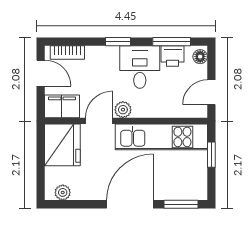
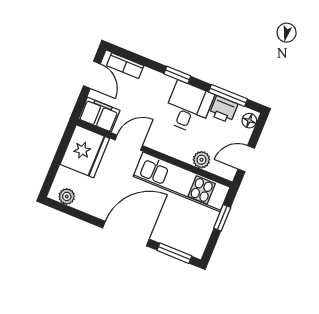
plant: (123, 110) -> (201, 160), moved

